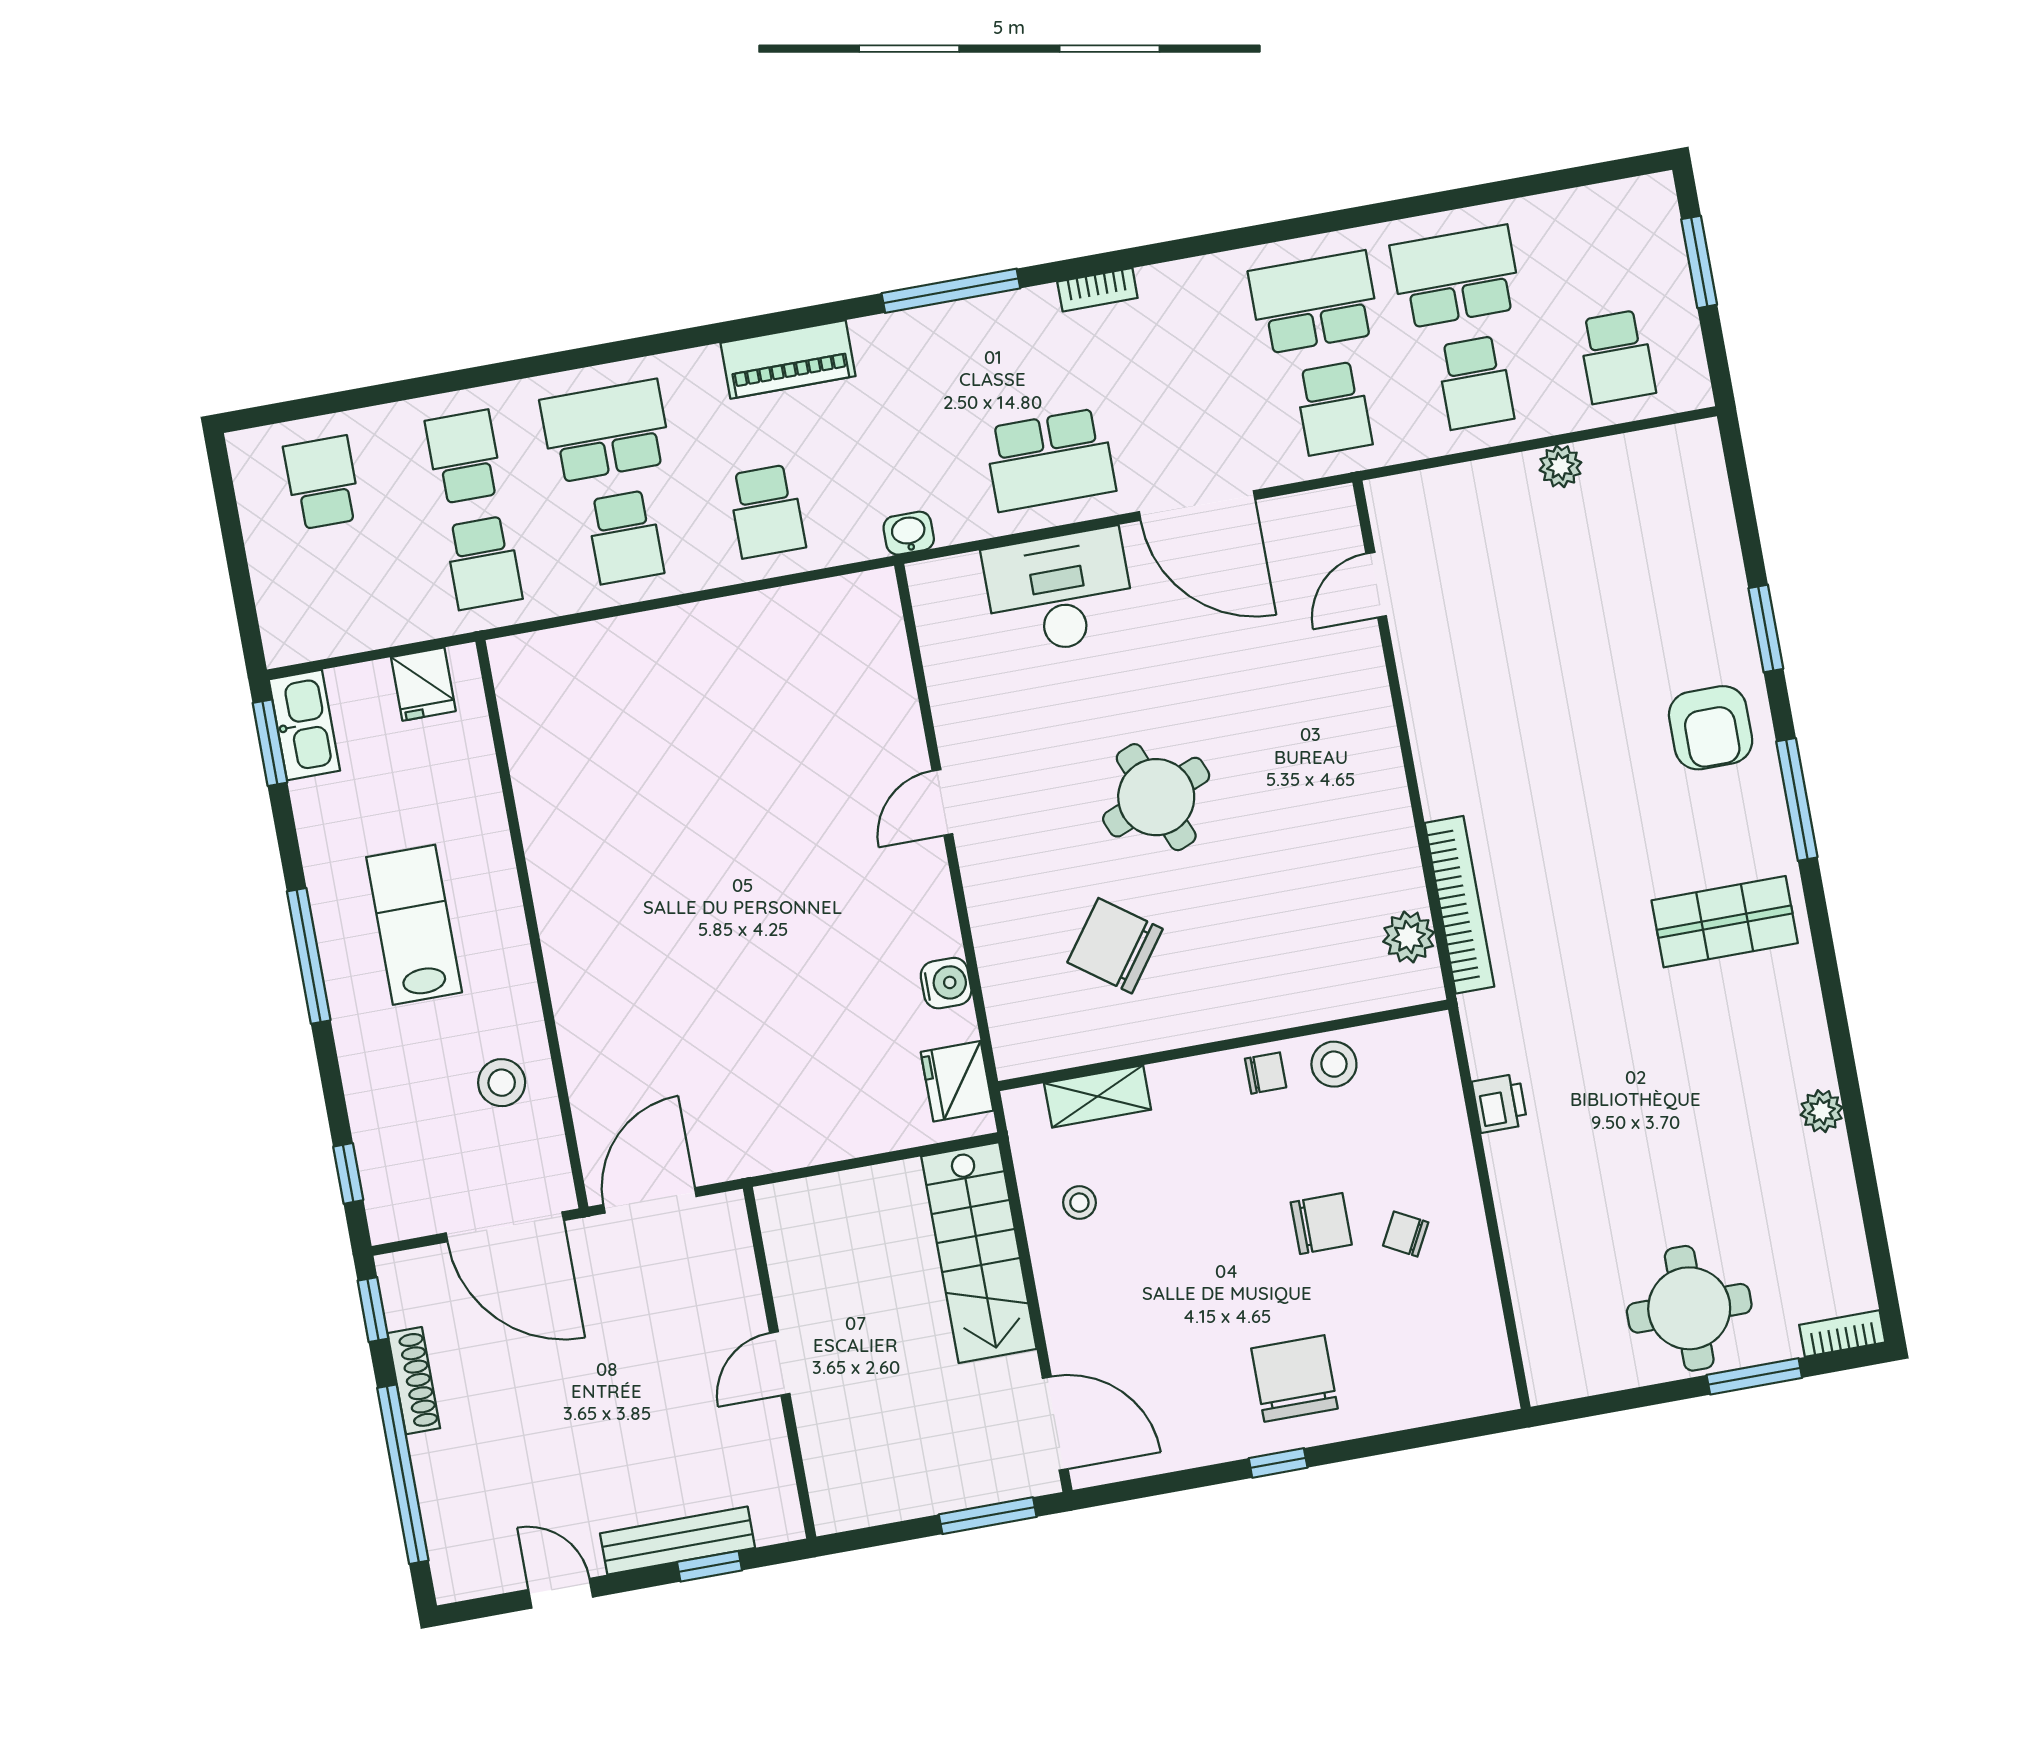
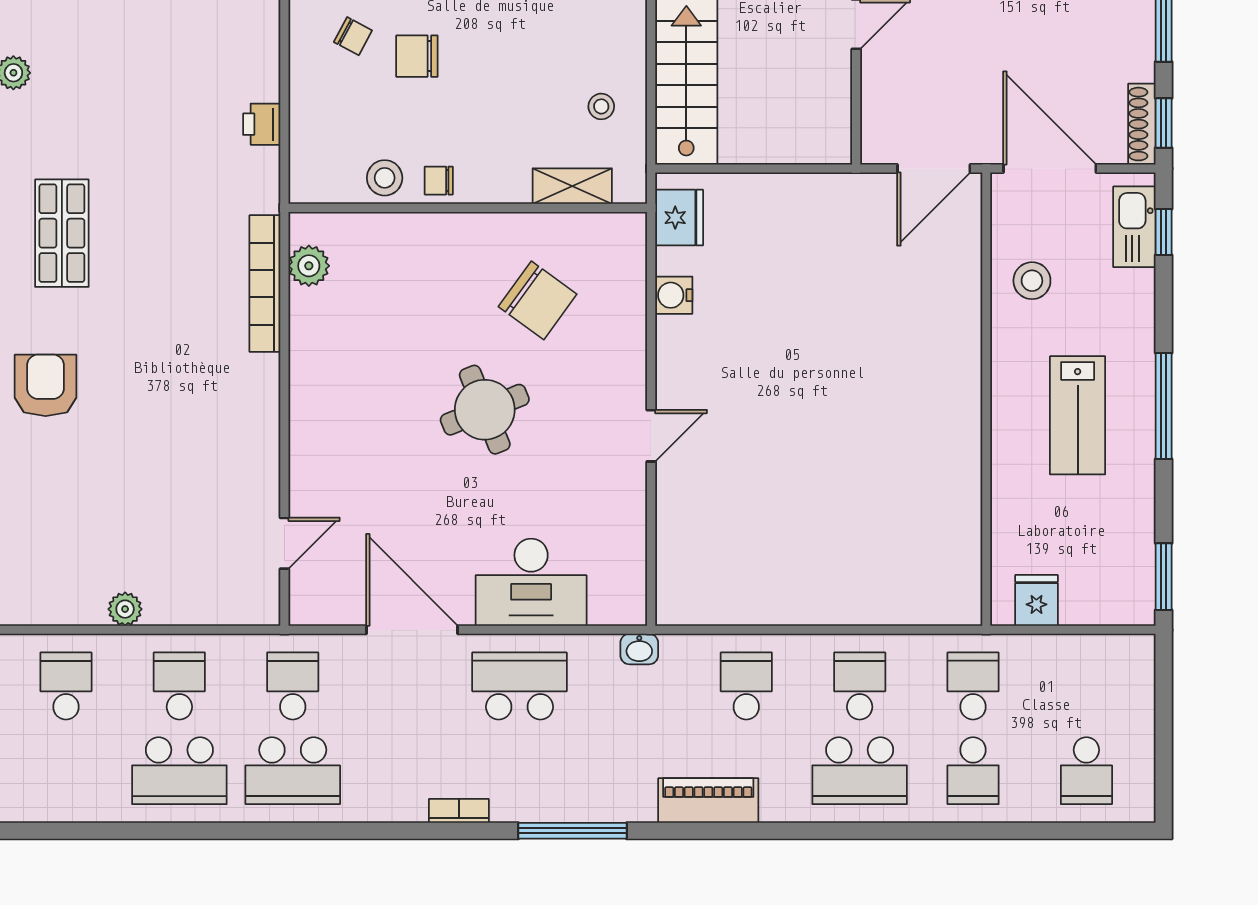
kitchen sink: (304, 725) -> (1134, 227), moved
shop shelf: (1725, 922) -> (62, 233), turned 90
shoe rack: (414, 1381) -> (1142, 124), moved

